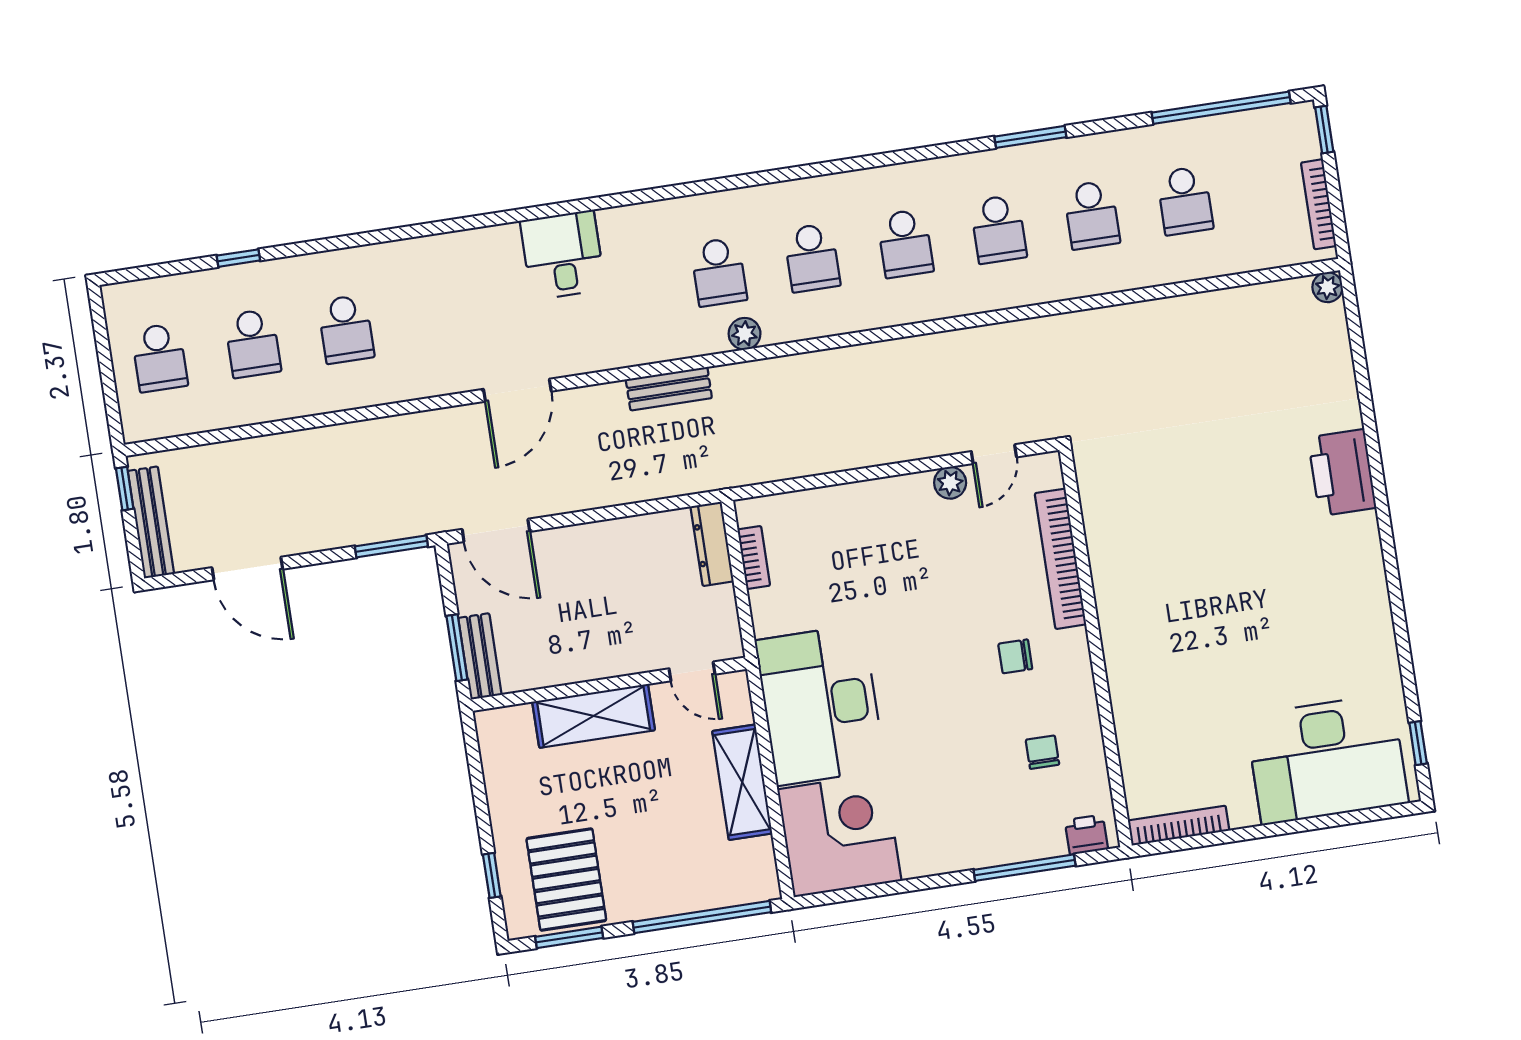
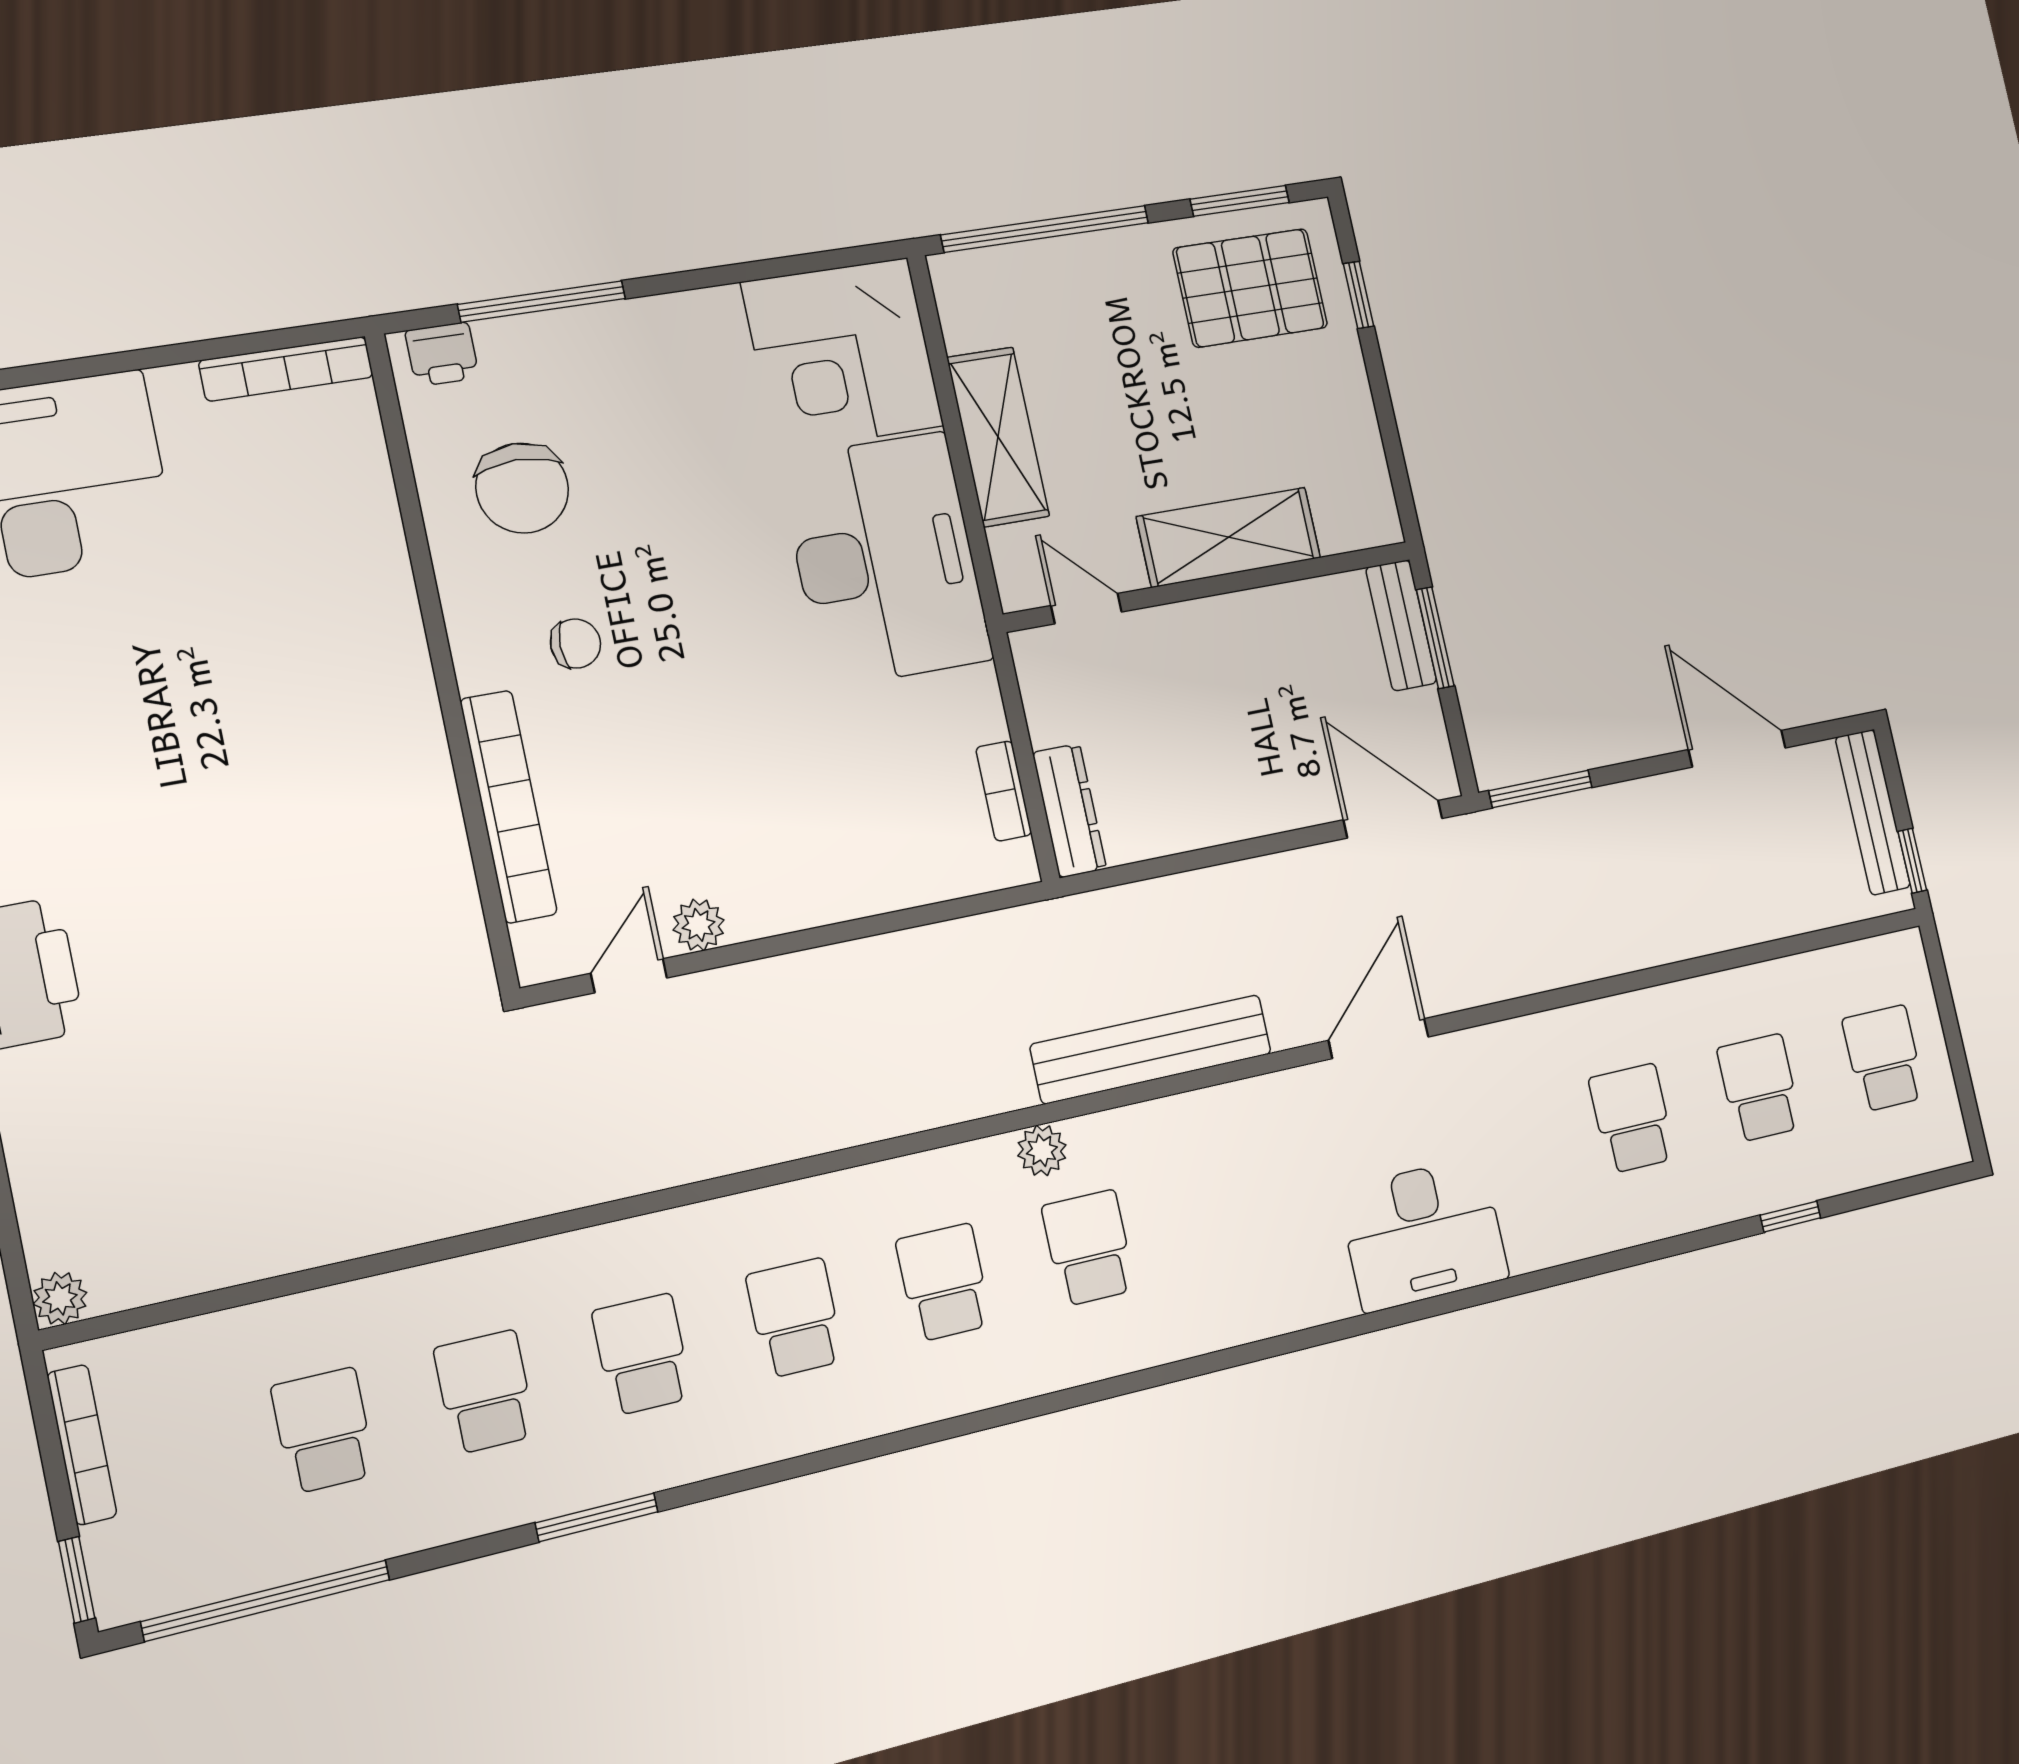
desk: (563, 255) -> (1423, 1234), moved, width x1.37
bench: (669, 389) -> (1151, 1049), width x1.86, depth x1.21
chair: (1042, 752) -> (522, 488), width x1.87, depth x1.87
pallet: (566, 880) -> (1250, 288), turned 90

